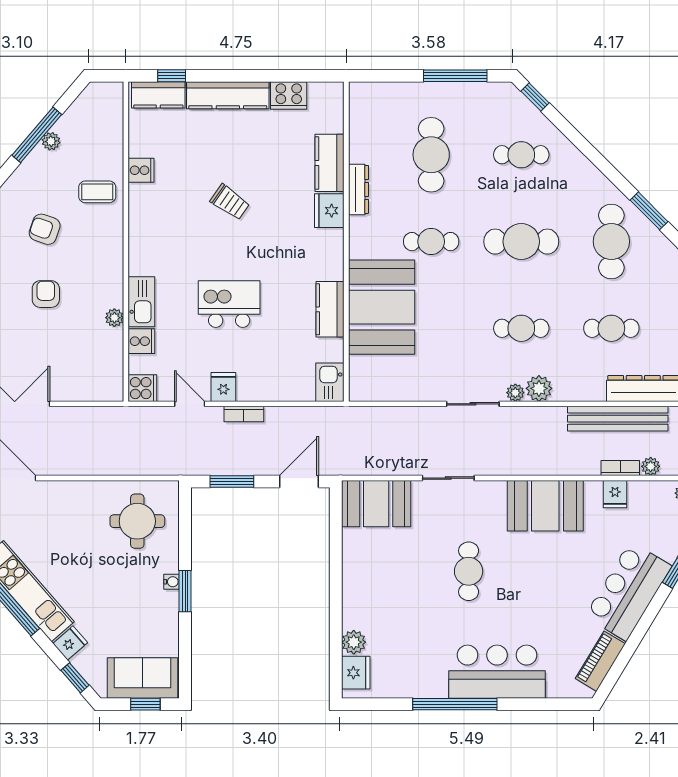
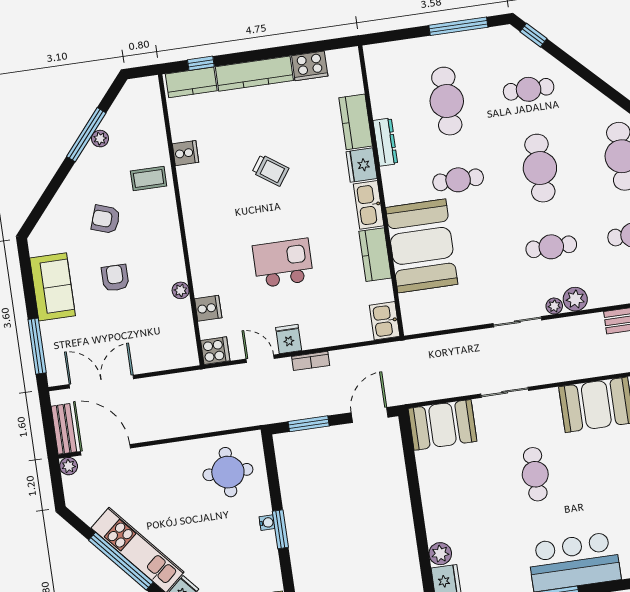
cafe table: (521, 242) -> (540, 168), turned 90
kitchen sink: (141, 302) -> (369, 205), moved, turned 180

